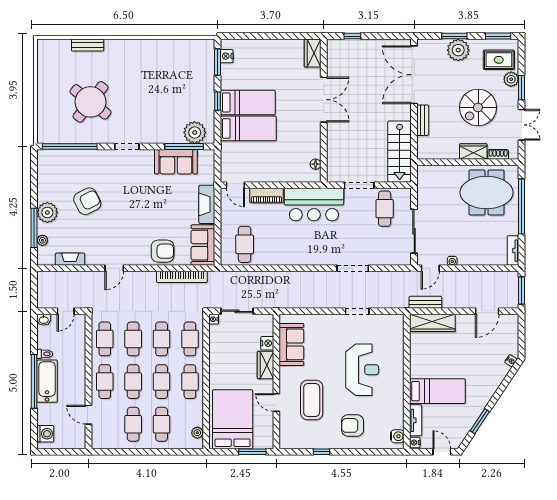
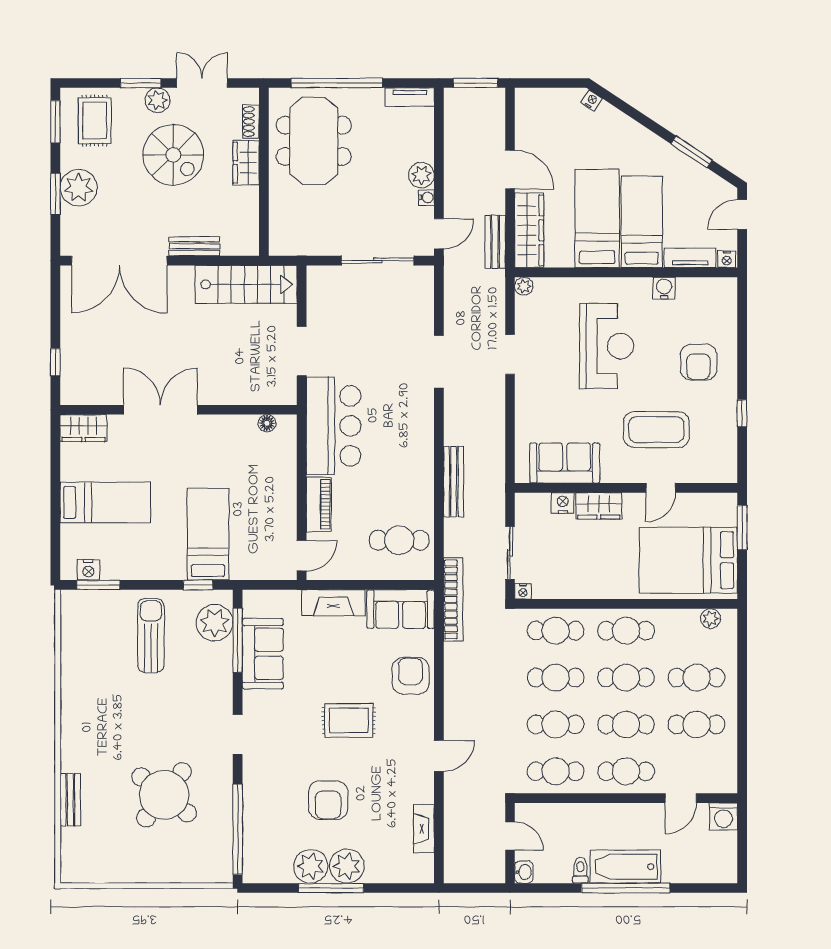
plant: (511, 79) -> (157, 100), moved
sun lounger: (187, 94) -> (151, 636), added
window: (218, 101) -> (198, 585), moved
bed: (248, 102) -> (105, 502), moved, turned 90
armchair: (87, 201) -> (328, 800), turned -153
cafe table: (385, 209) -> (340, 309), removed
rug: (136, 214) -> (349, 720), added
window: (34, 228) -> (331, 888), moved
plant: (42, 240) -> (311, 866), moved, width x1.87, depth x1.87
plant: (466, 258) -> (421, 175), added
door: (114, 268) -> (439, 756), hinge flipped
door: (430, 268) -> (439, 234), hinge flipped
bookcase: (182, 277) -> (453, 599), moved
bench: (280, 277) -> (454, 482), added
door: (487, 311) -> (510, 169), moved
plant: (398, 320) -> (524, 286), added
bed: (440, 364) -> (597, 218), added
reception desk: (362, 370) -> (606, 346), turned 90
washing machine: (45, 434) -> (724, 817), moved, turned 180
water cooler: (397, 436) -> (664, 288), moved

